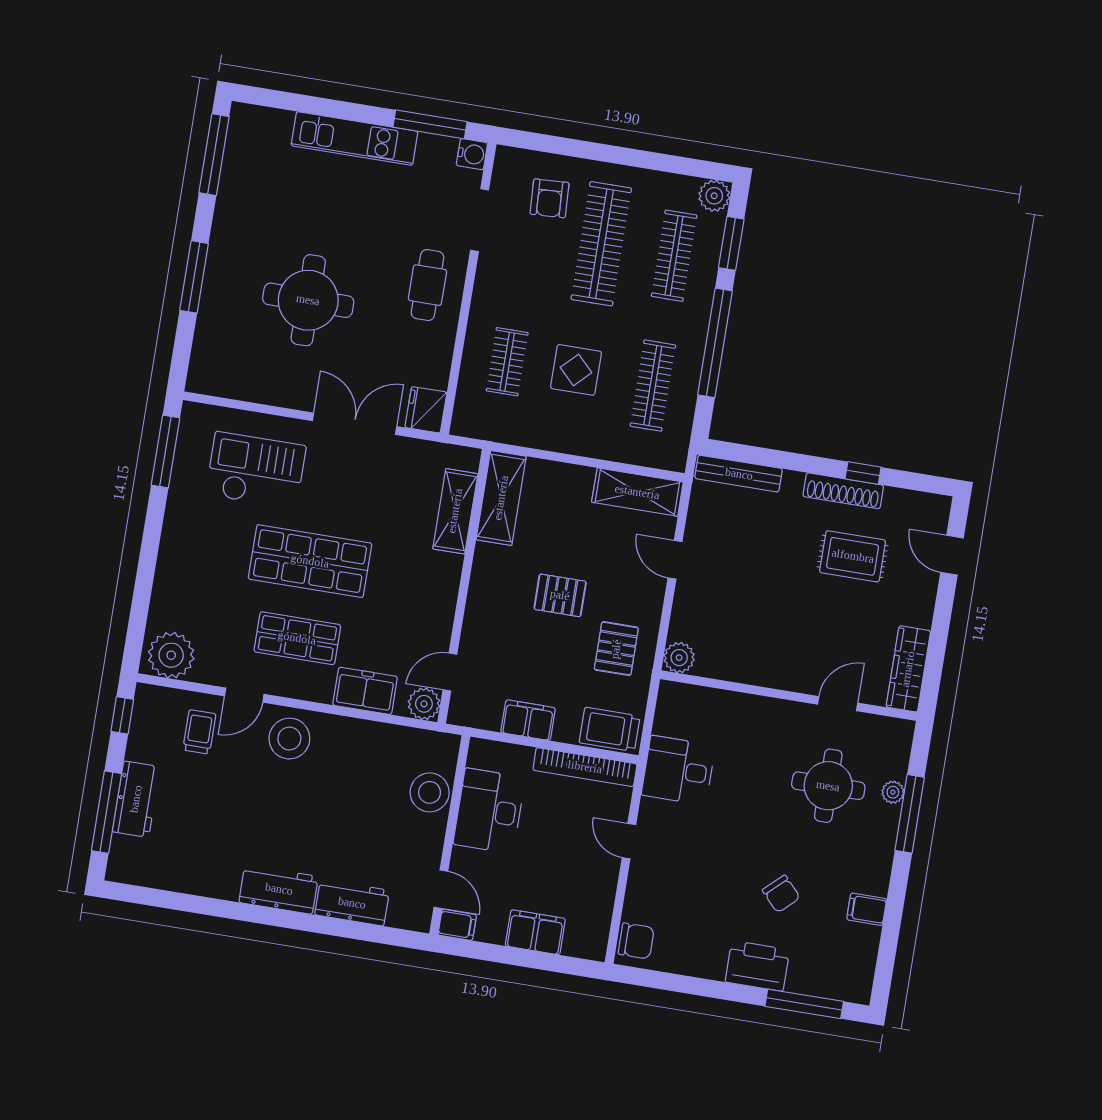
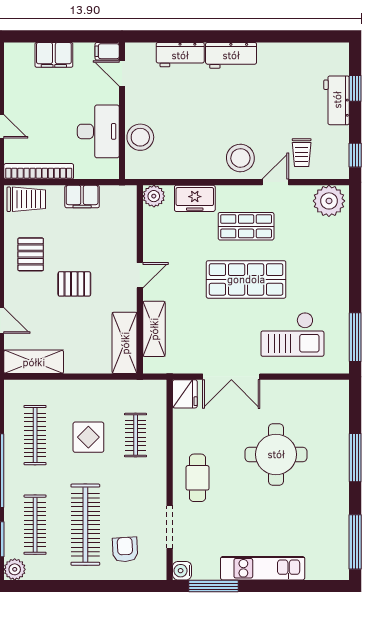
door: (450, 672) -> (140, 275), moved
window: (106, 812) -> (355, 88), width x0.46

